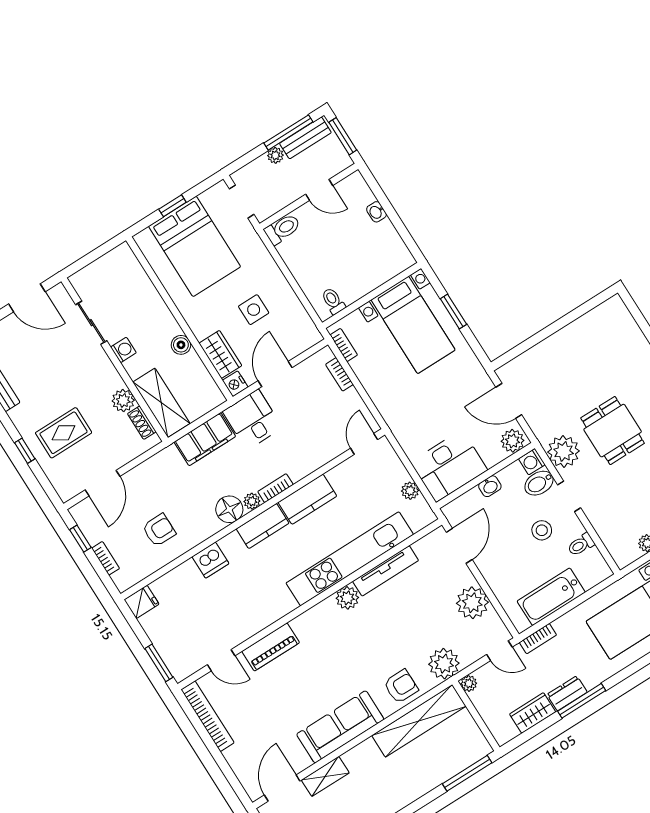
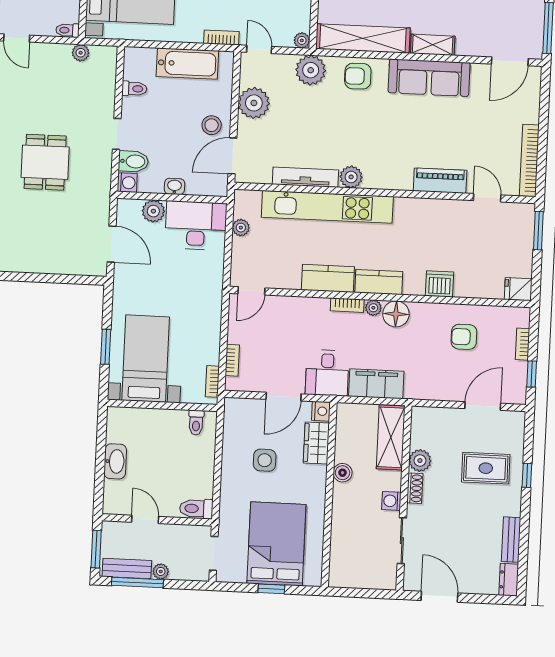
washbasin: (376, 212) -> (115, 461), width x1.91, depth x1.45
shoe rack: (142, 423) -> (415, 488), moved
plant: (513, 441) -> (153, 211), moved
plant: (564, 451) -> (96, 173), removed
stool: (542, 530) -> (212, 125), moved
shelving: (325, 776) -> (433, 45), moved

